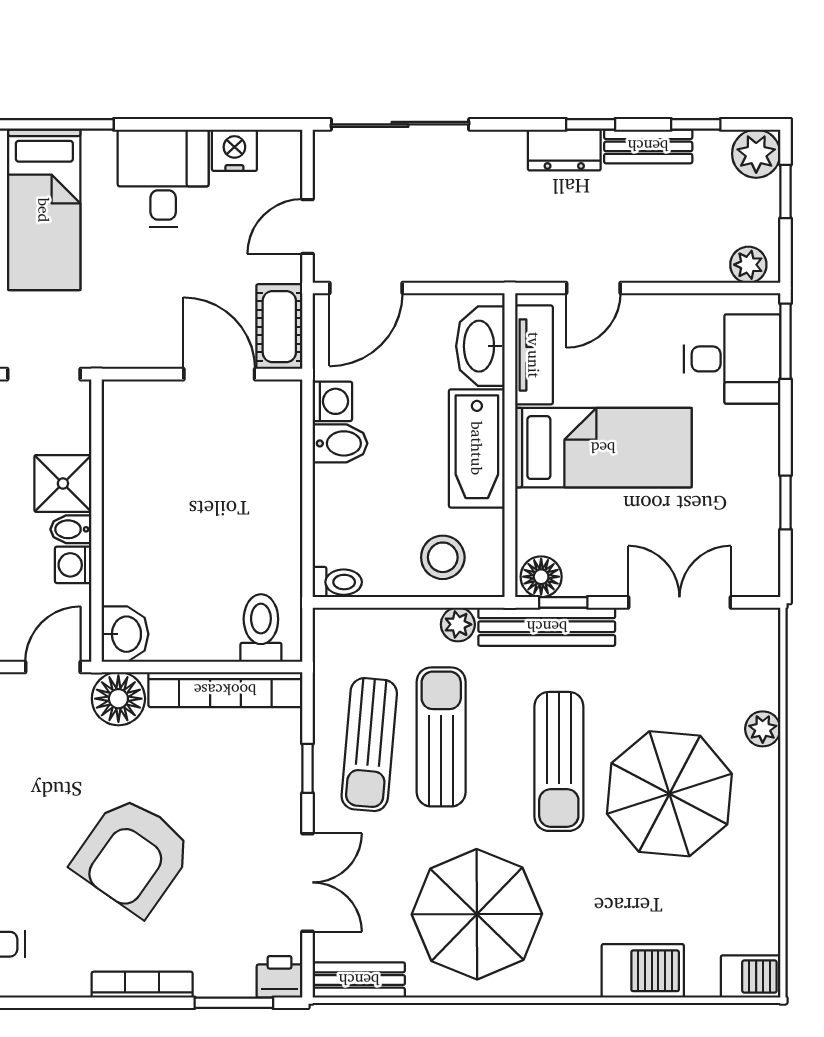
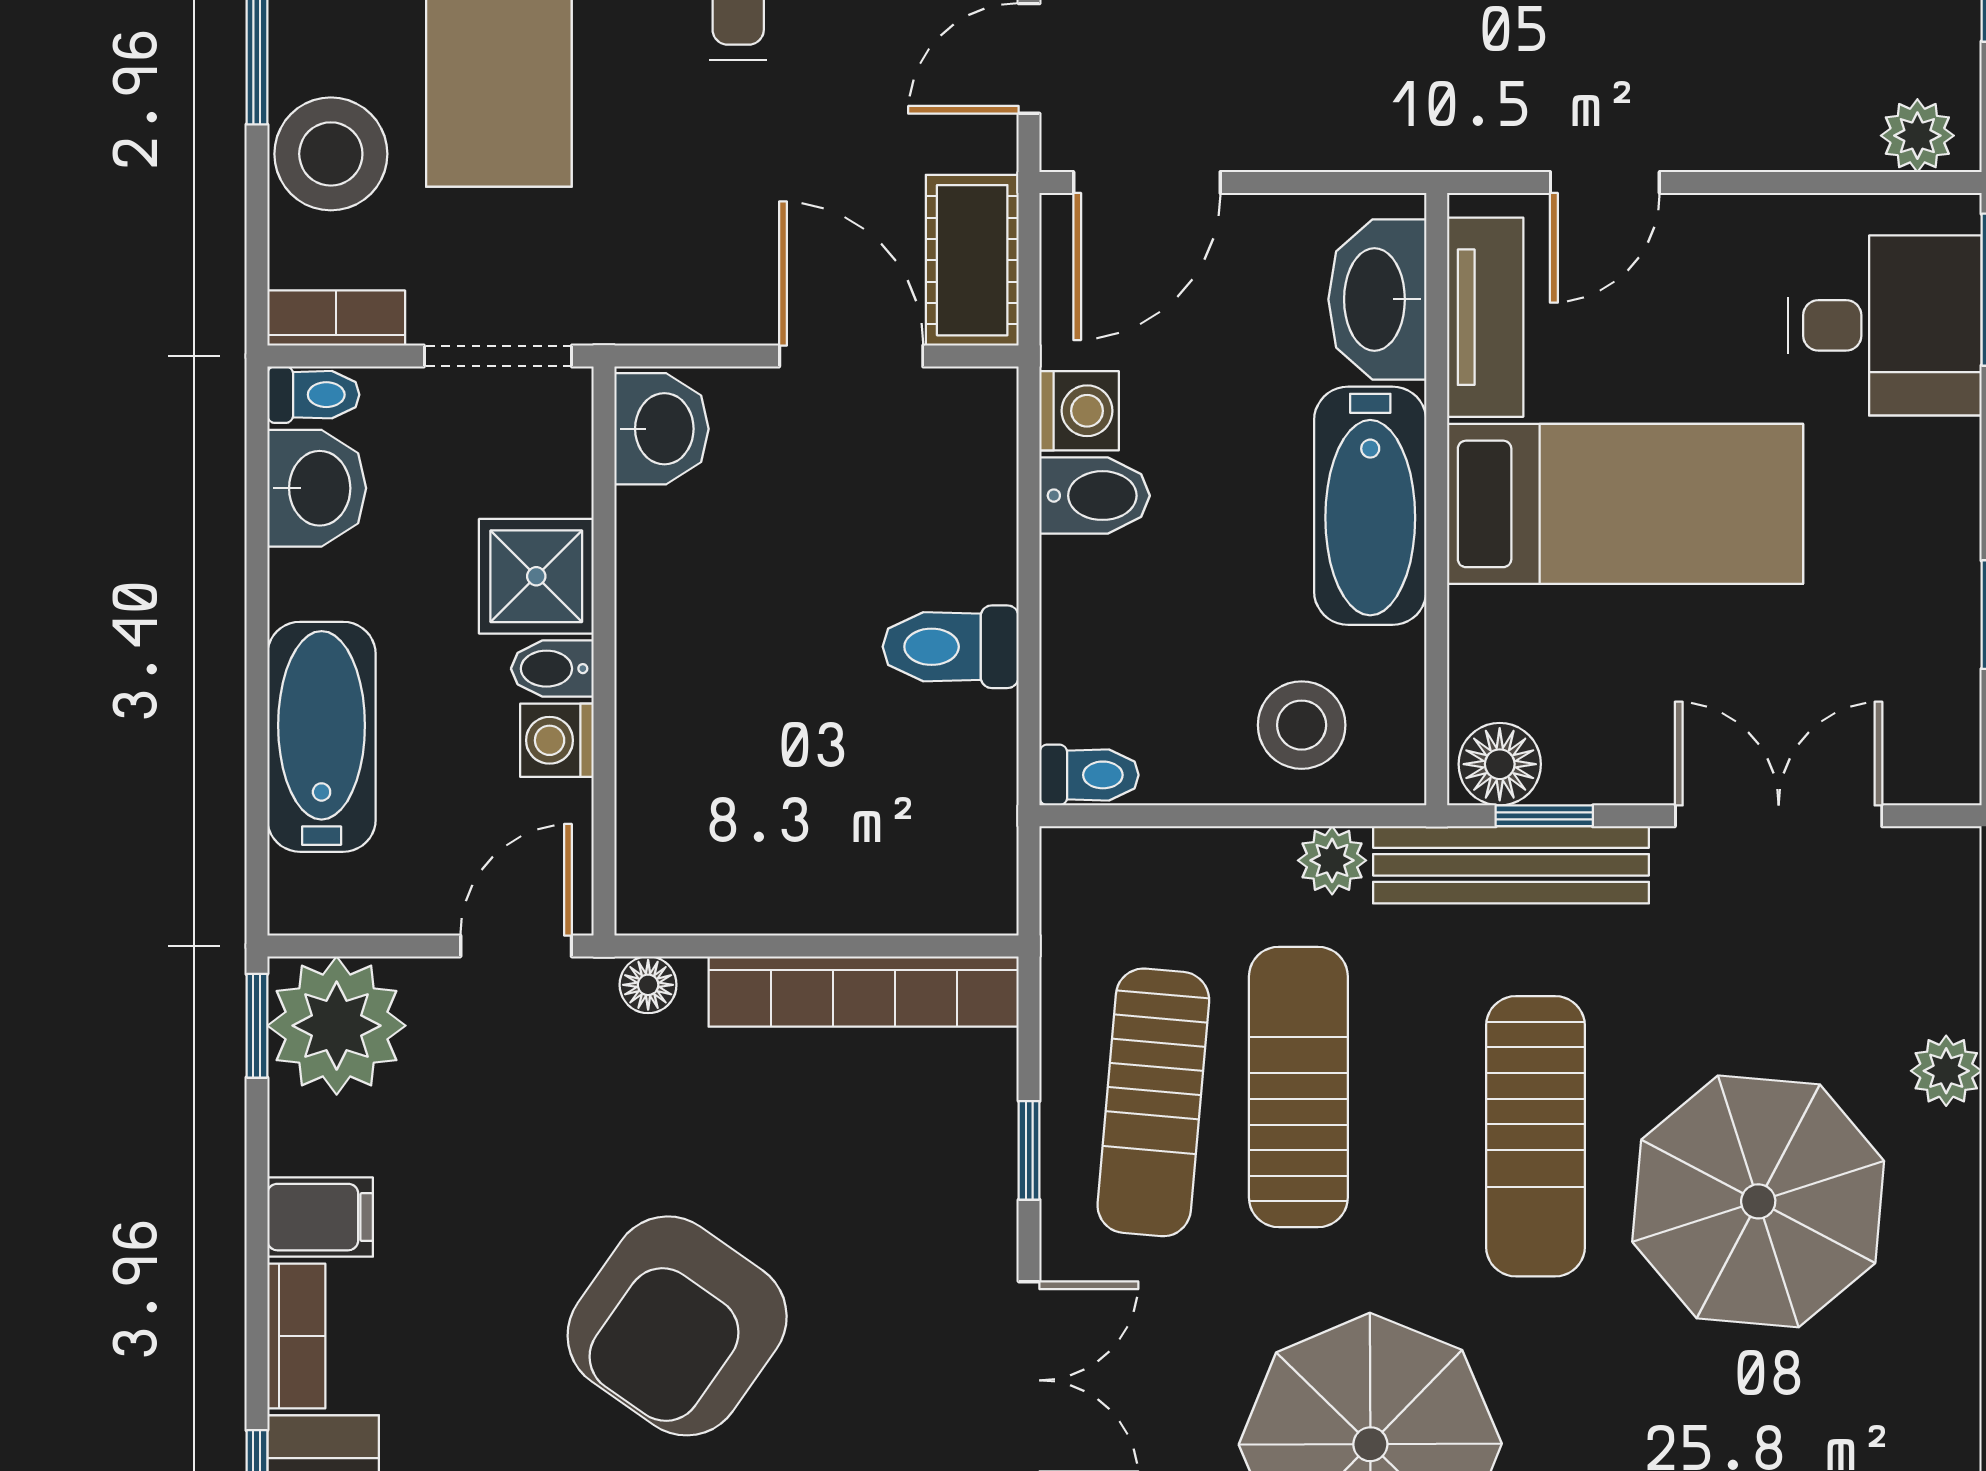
toilet: (261, 628) -> (951, 647), moved, turned -90
washbasin: (125, 634) -> (662, 429), moved
floor lamp: (118, 699) -> (648, 985), width x0.53, depth x0.53

